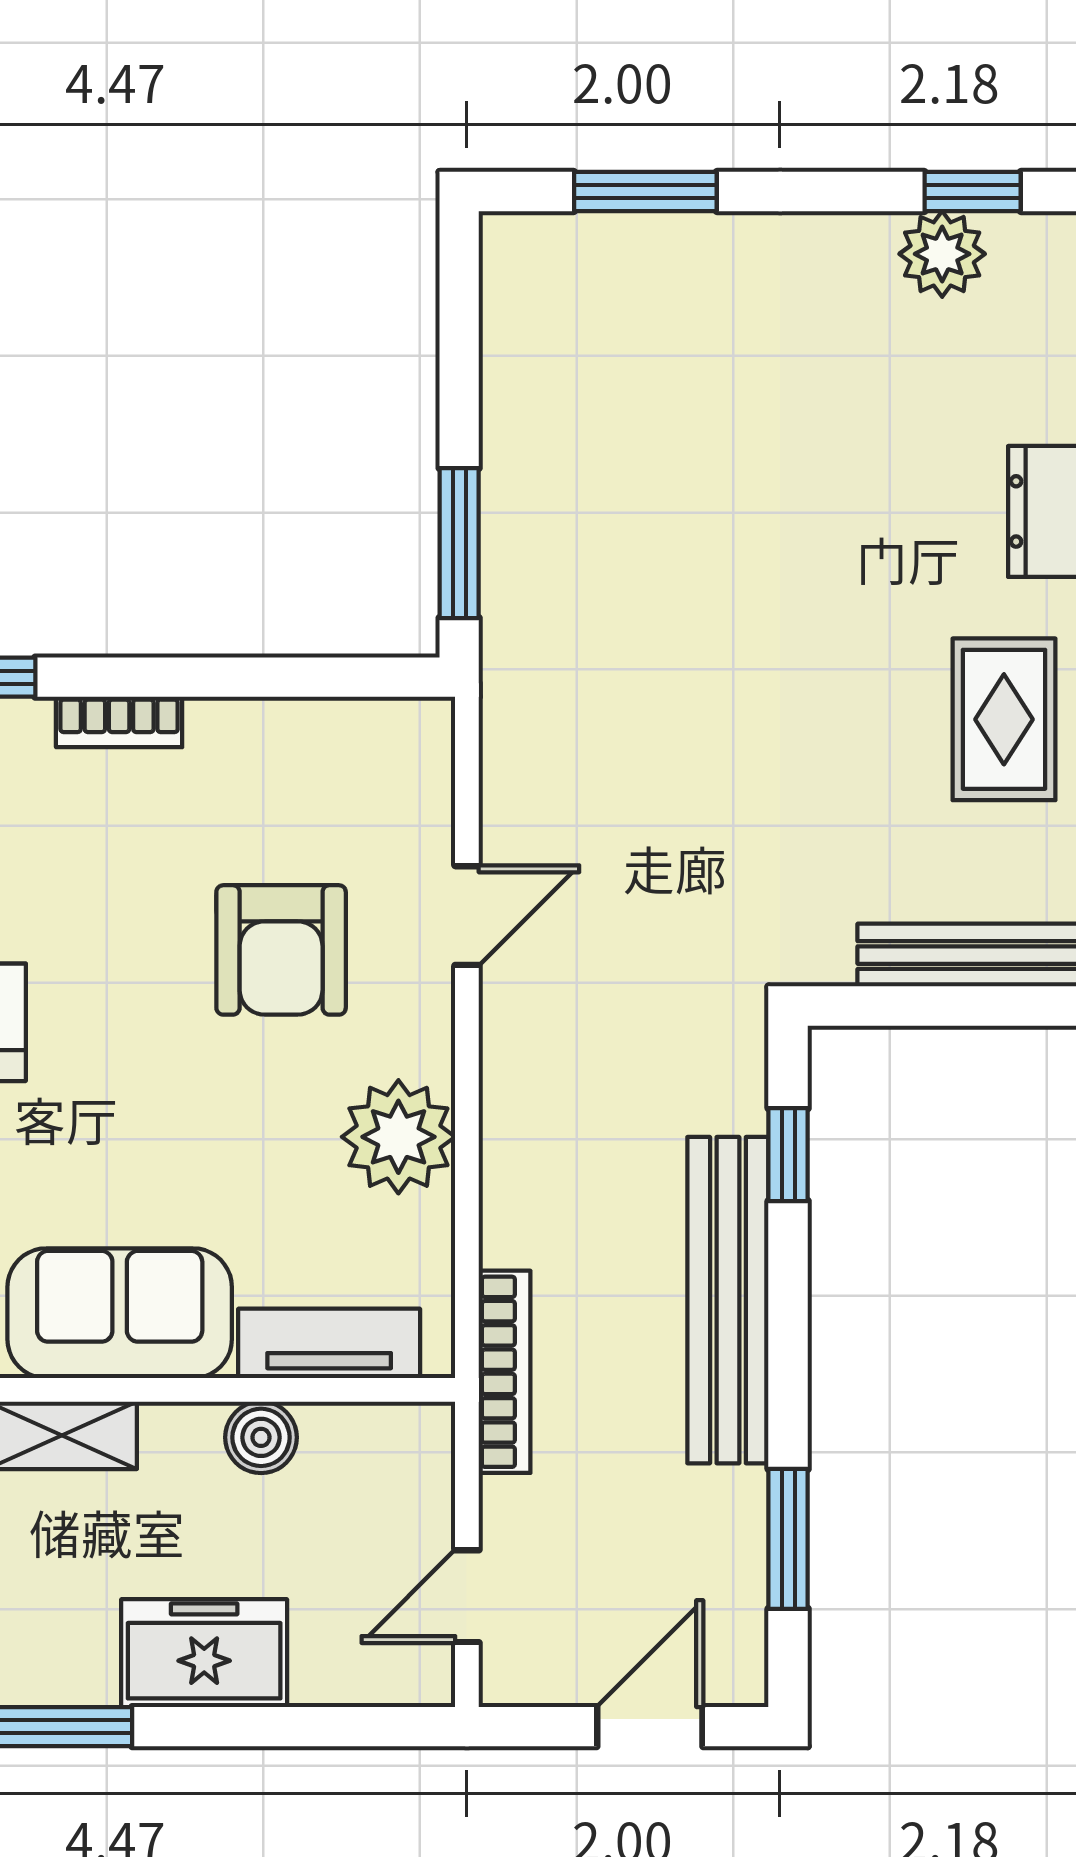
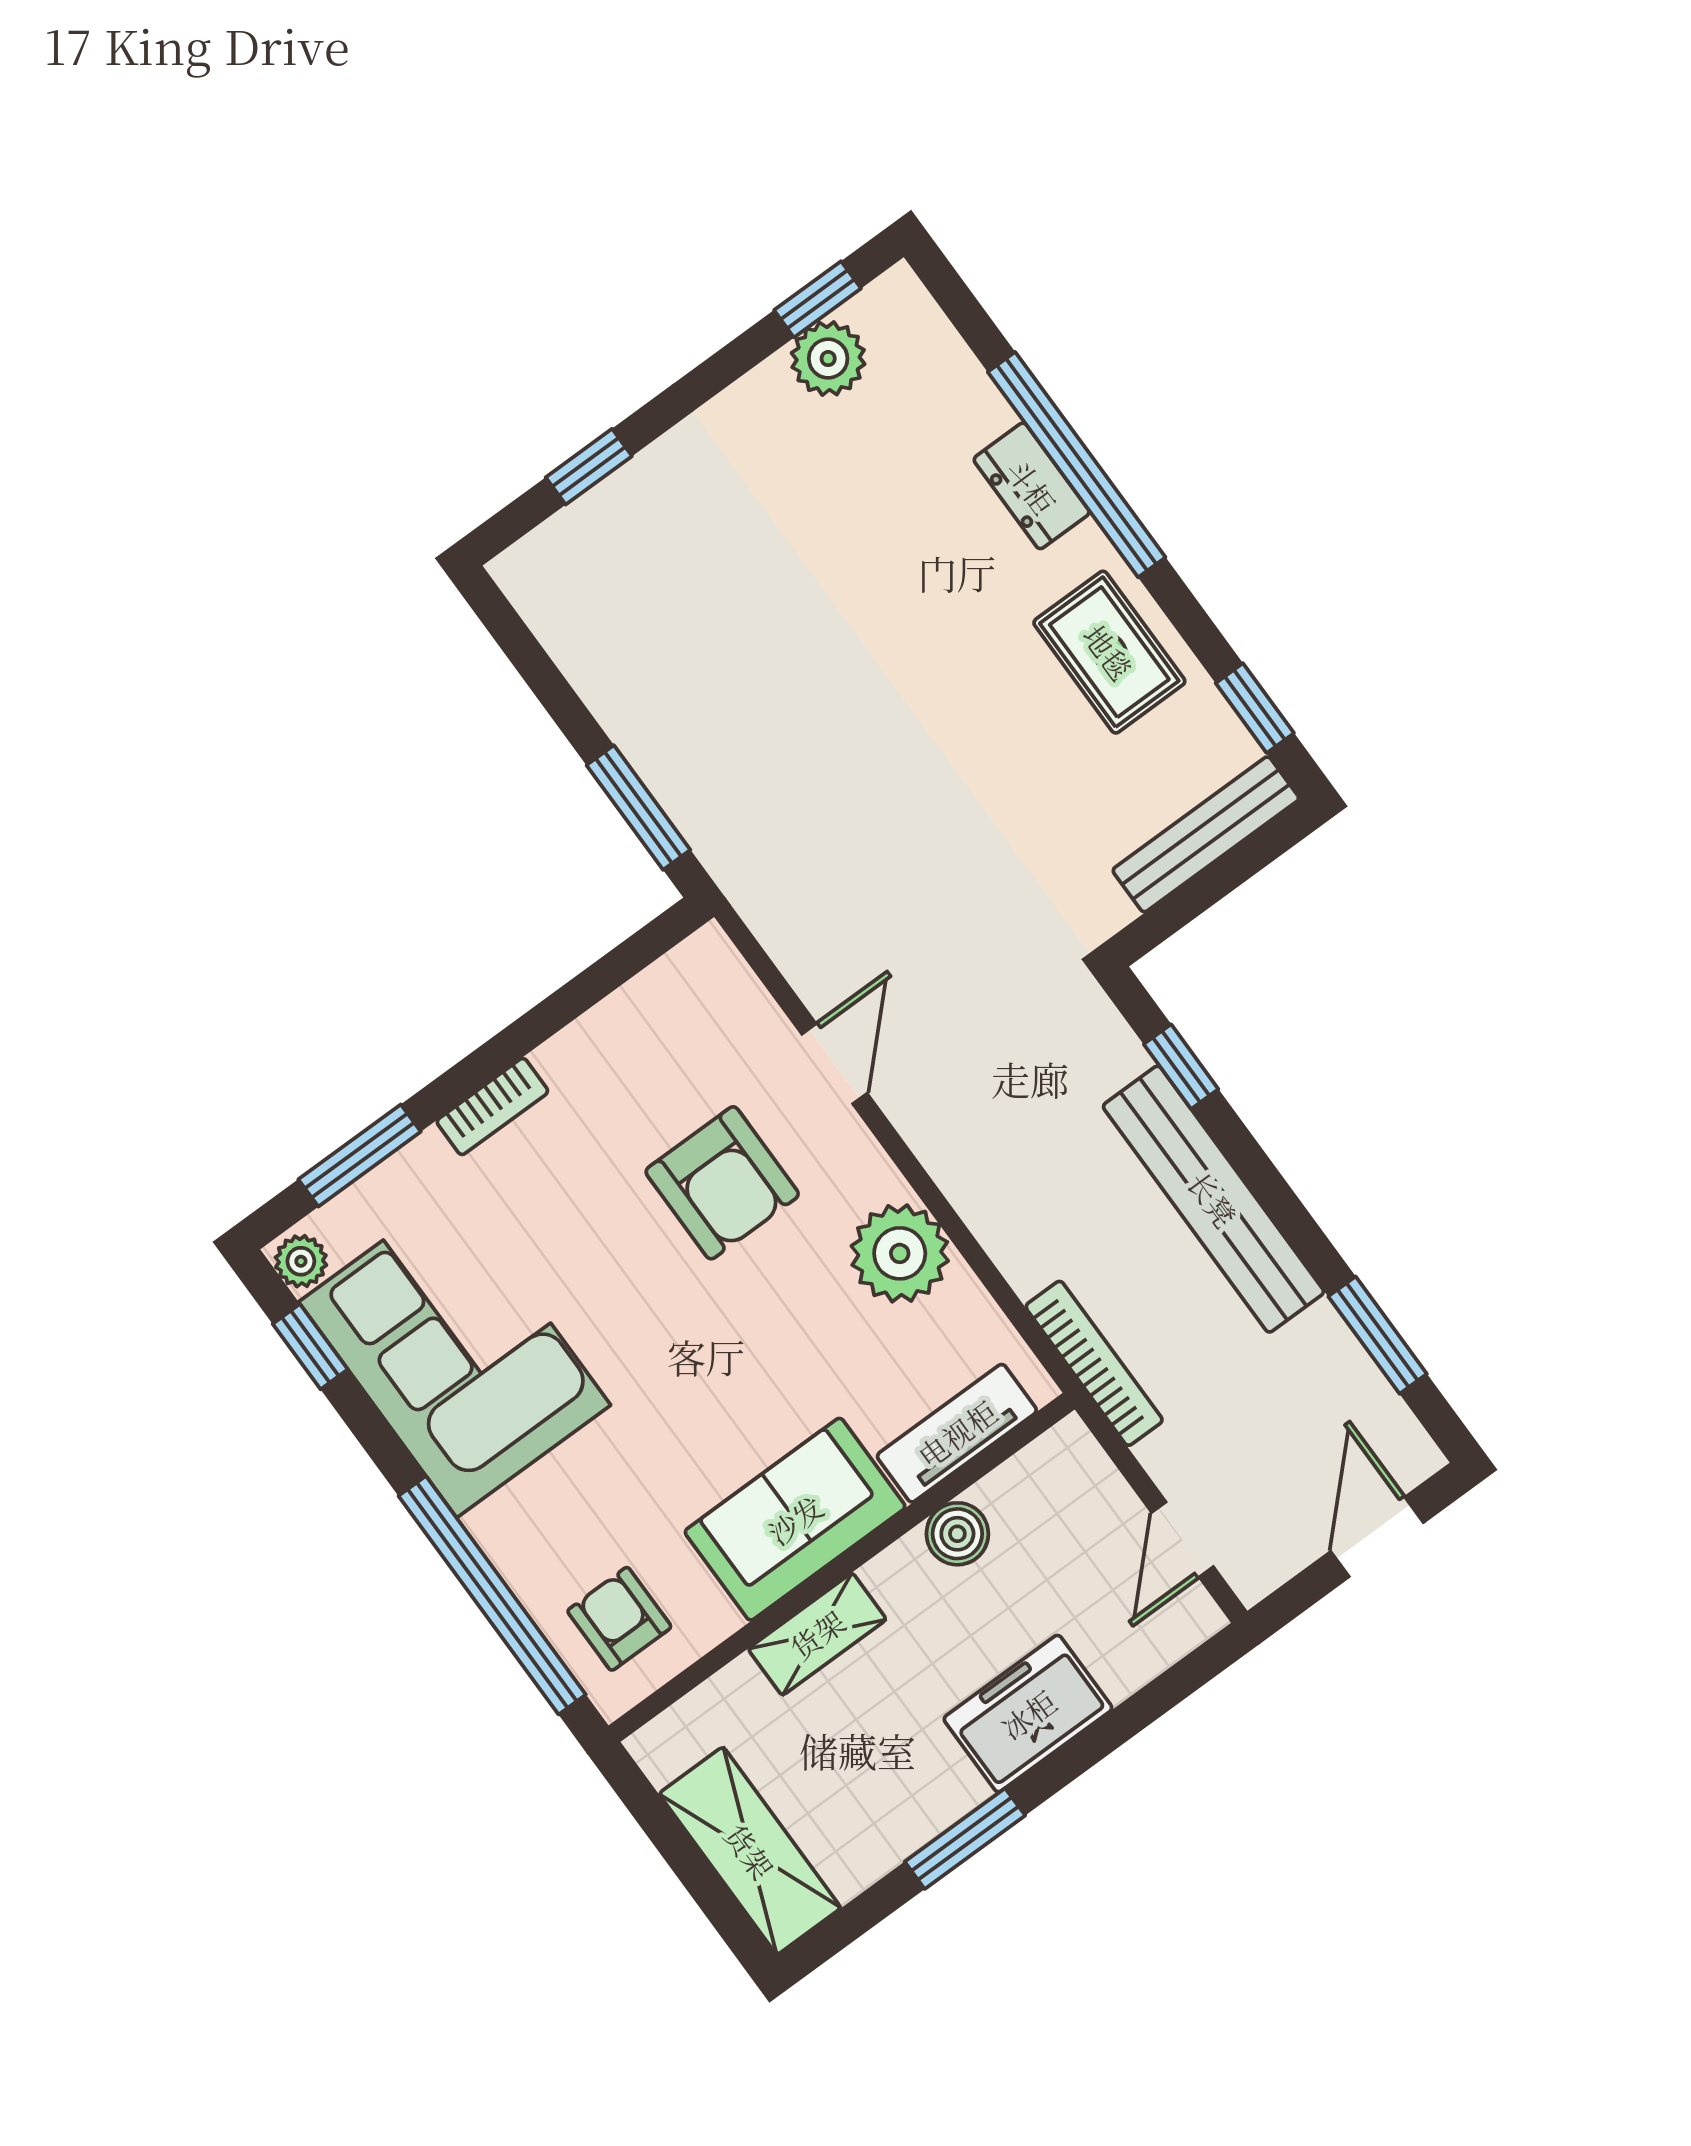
window: (645, 192) -> (589, 467), width x0.67

